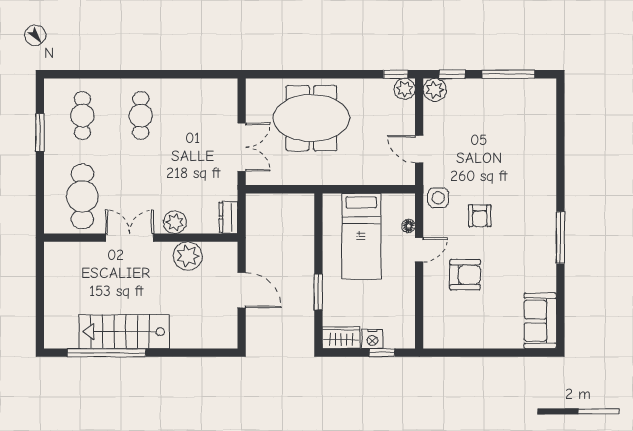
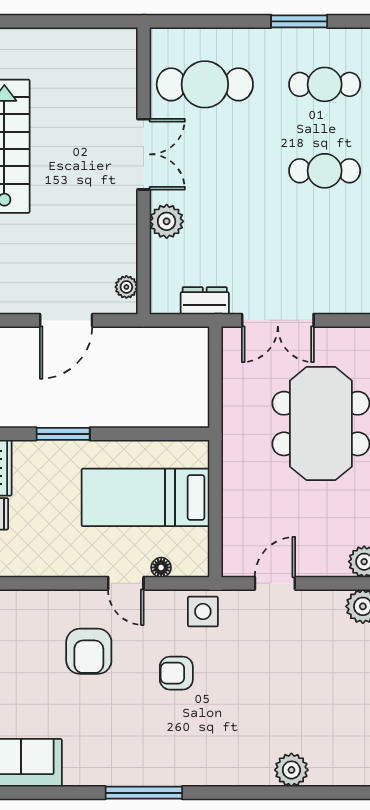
plant: (545, 138) -> (291, 770), added
dresser: (228, 217) -> (205, 301), moved
plant: (188, 256) -> (126, 287), moved, width x0.53, depth x0.53

